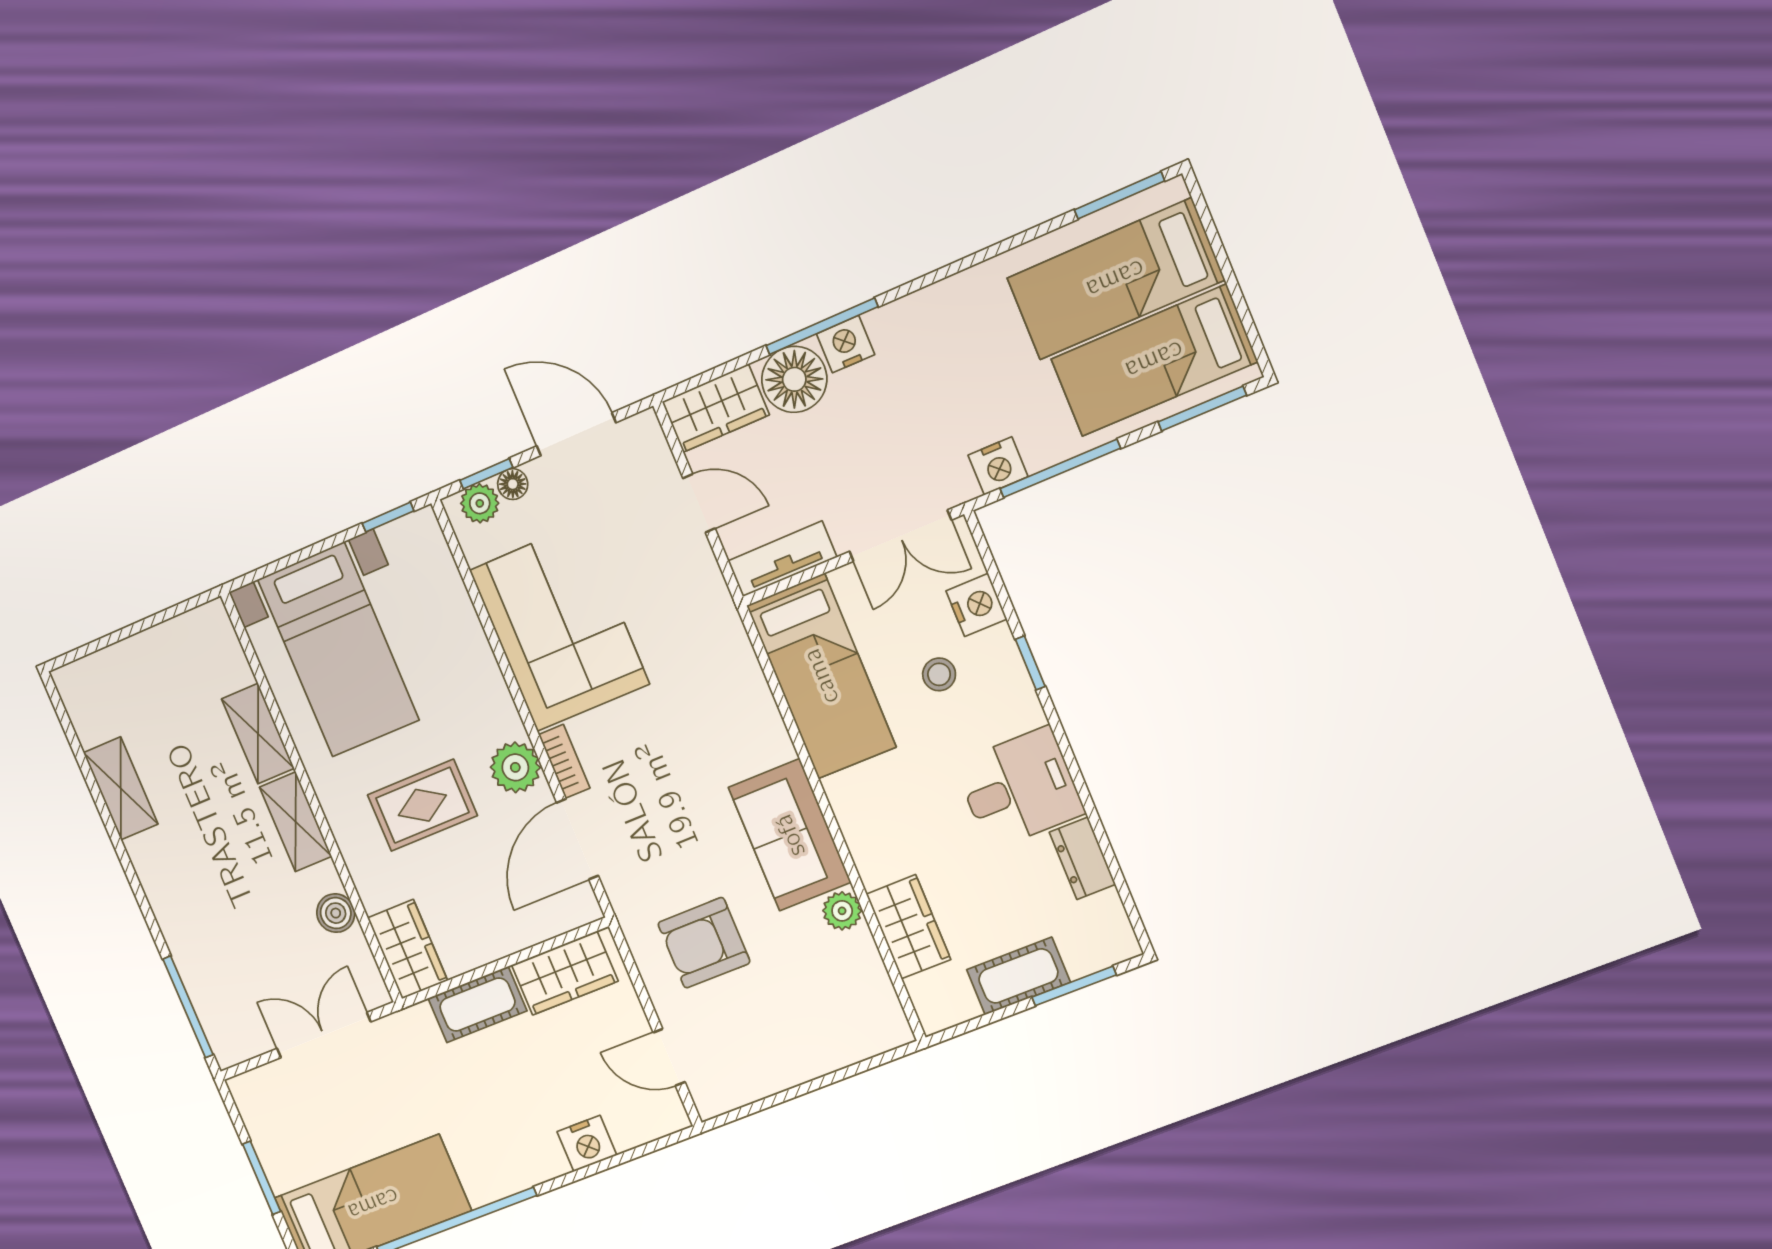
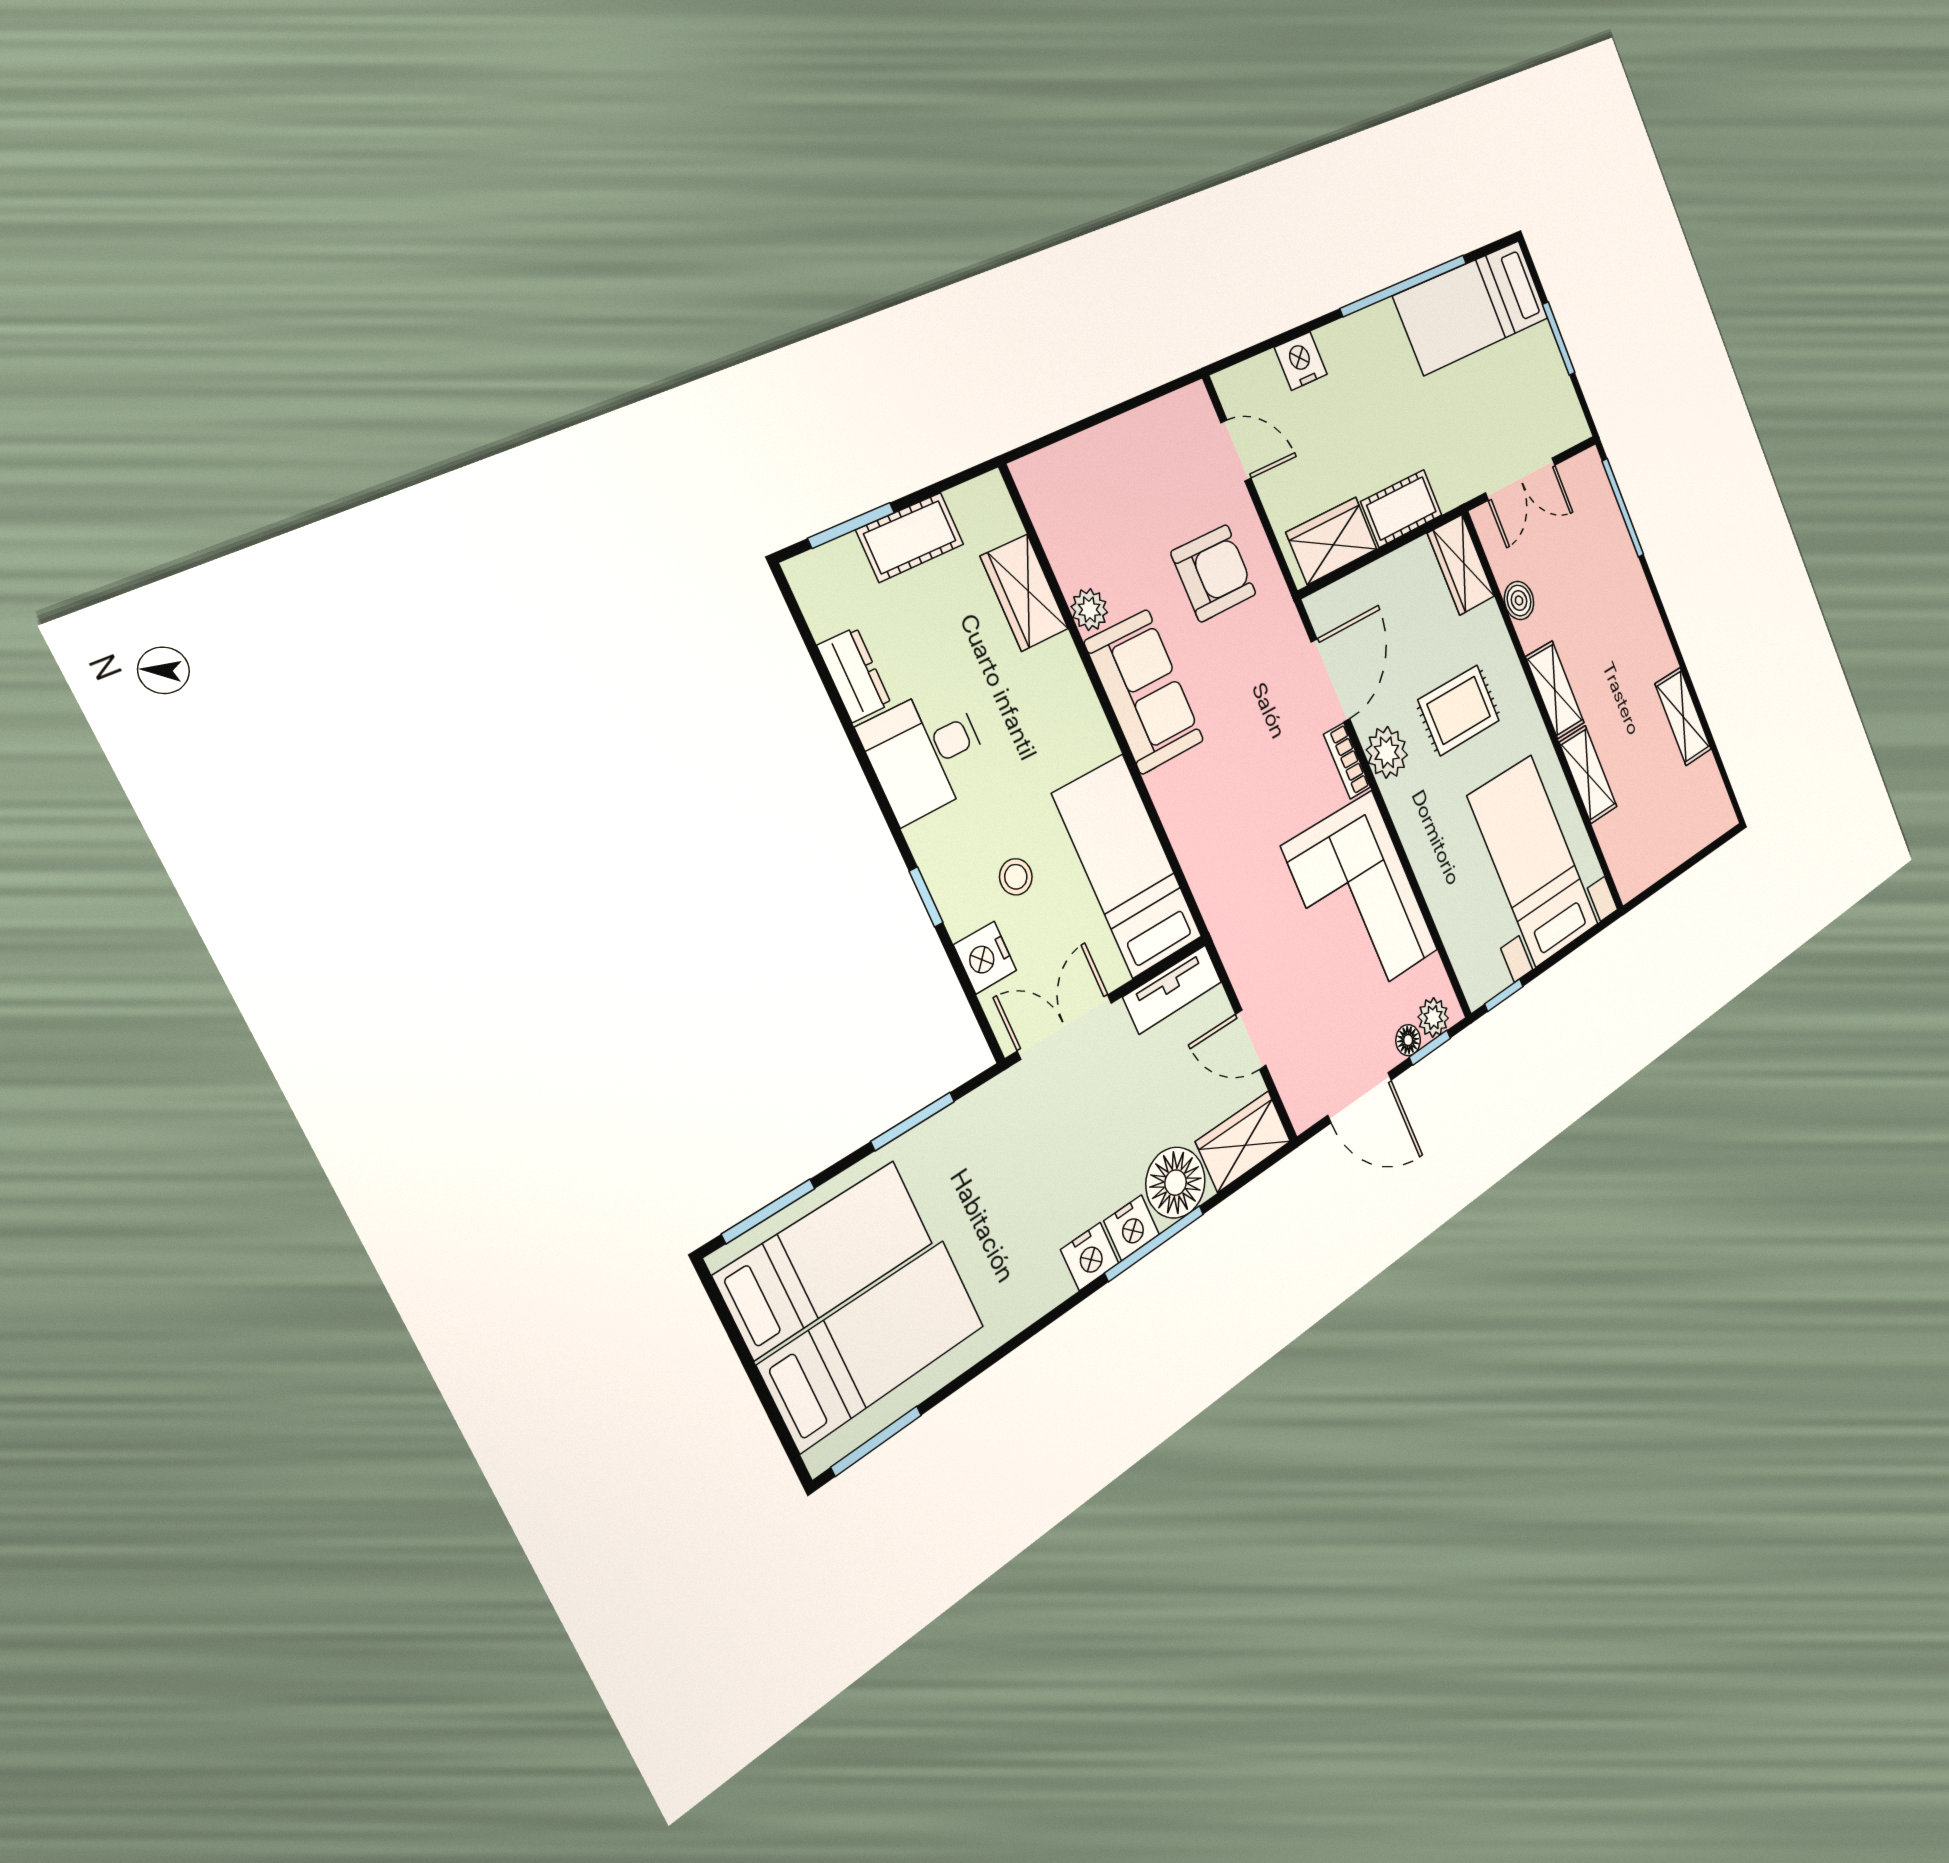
nightstand: (998, 466) -> (1090, 1256), moved, turned 180
window: (1060, 468) -> (913, 1121), width x0.69

